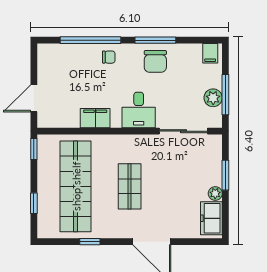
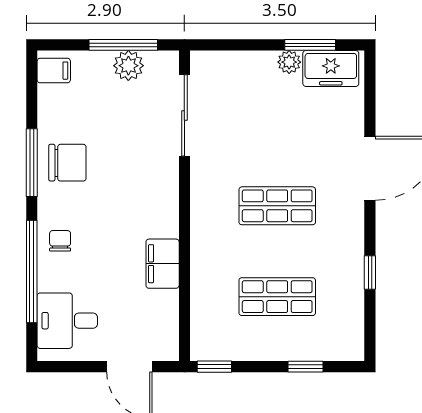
desk: (139, 110) -> (67, 321), moved, turned 180
window: (225, 175) -> (310, 45), moved
shop shelf: (76, 186) -> (277, 297), width x0.50, depth x0.74

